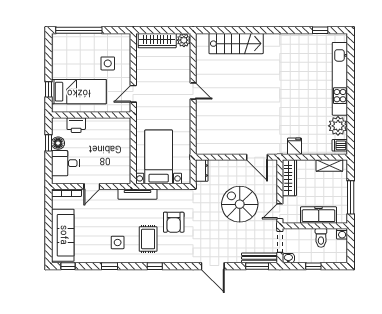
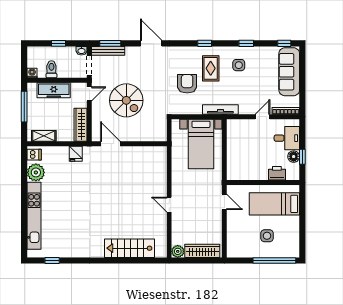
side table: (108, 63) -> (267, 236), moved
window: (48, 89) -> (302, 206), removed
door: (133, 94) -> (224, 202), hinge flipped
dresser: (202, 170) -> (161, 131), removed

